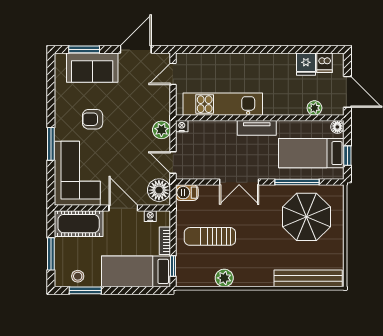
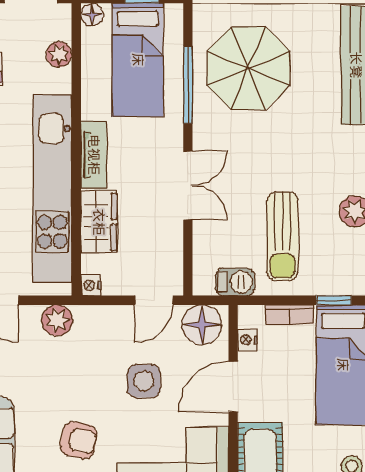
kitchen unit: (223, 104) -> (52, 189), width x1.36
armchair: (93, 119) -> (79, 440), turned -78
plant: (161, 130) -> (57, 320), moved
wardrobe: (218, 131) -> (99, 222), added
side table: (127, 157) -> (144, 381), added
barbecue: (187, 193) -> (235, 282), moved, turned -90

